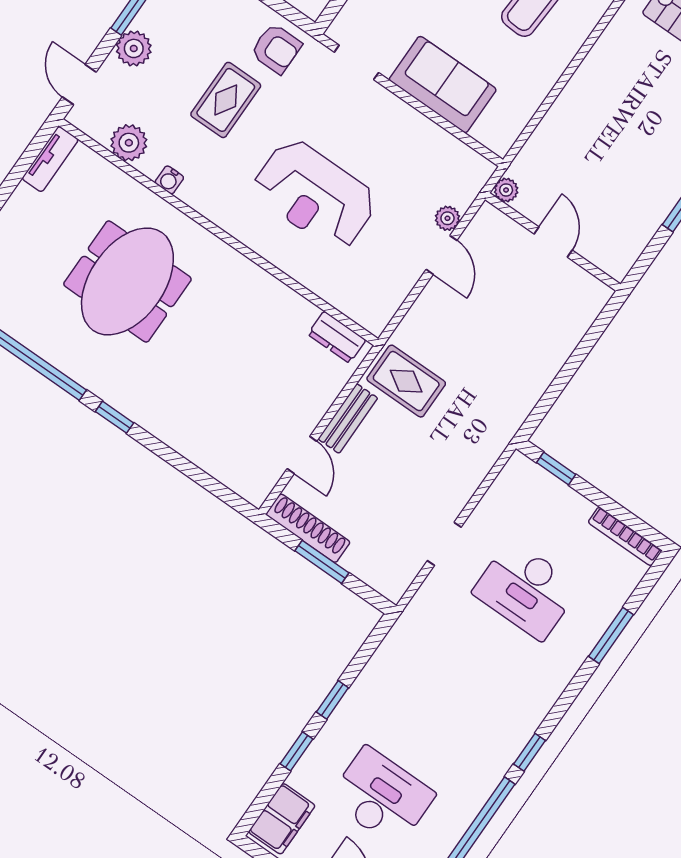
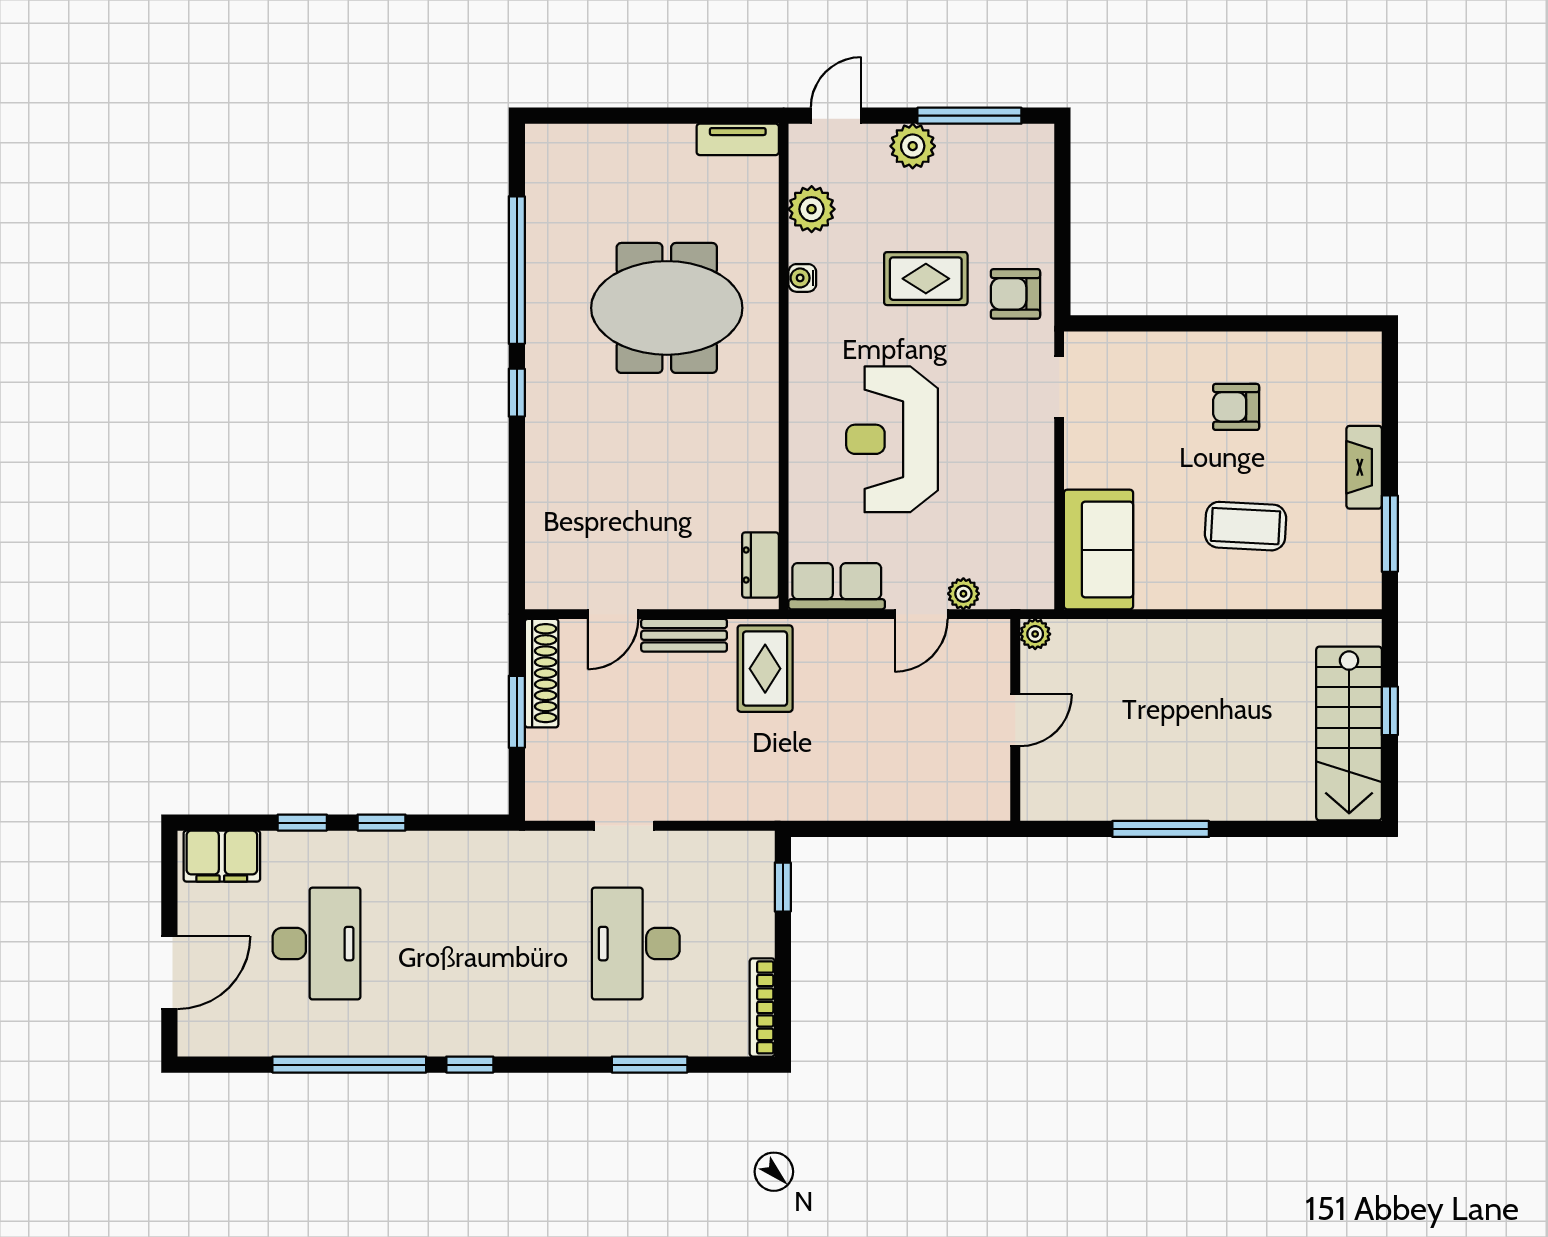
armchair: (276, 49) -> (1015, 294), turned 90
sofa: (443, 85) -> (1098, 550), moved
row of seats: (385, 297) -> (837, 586), added

